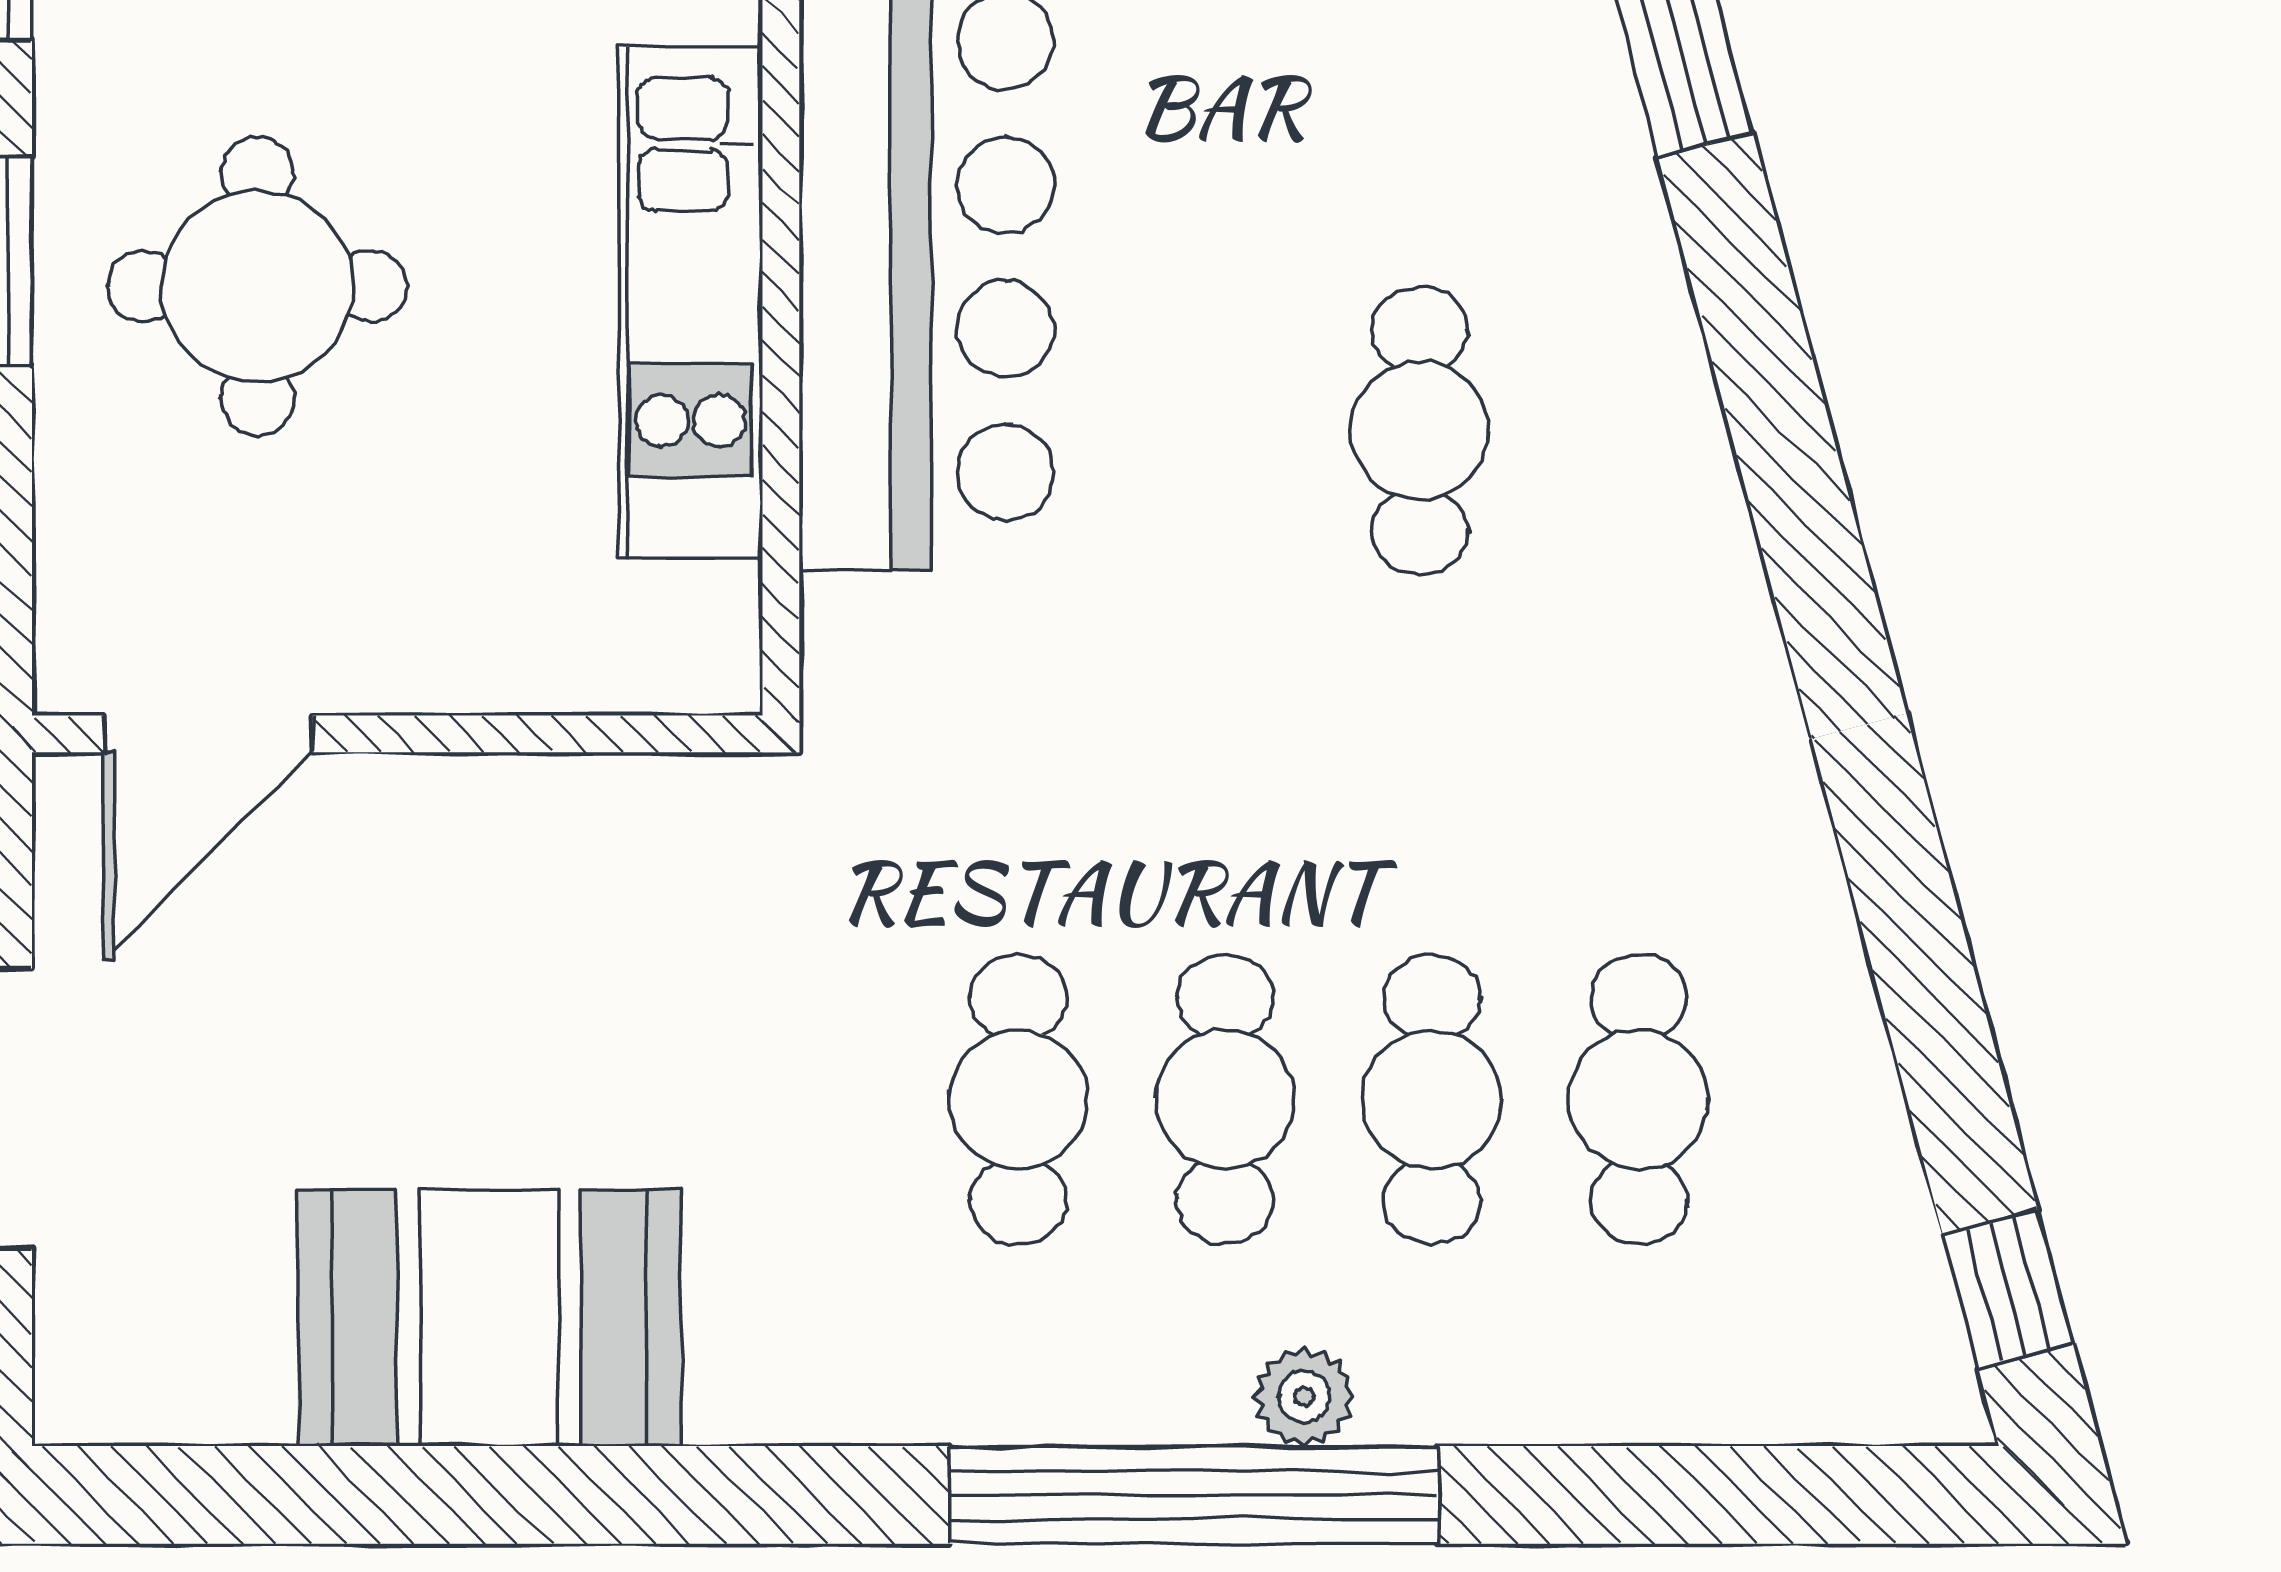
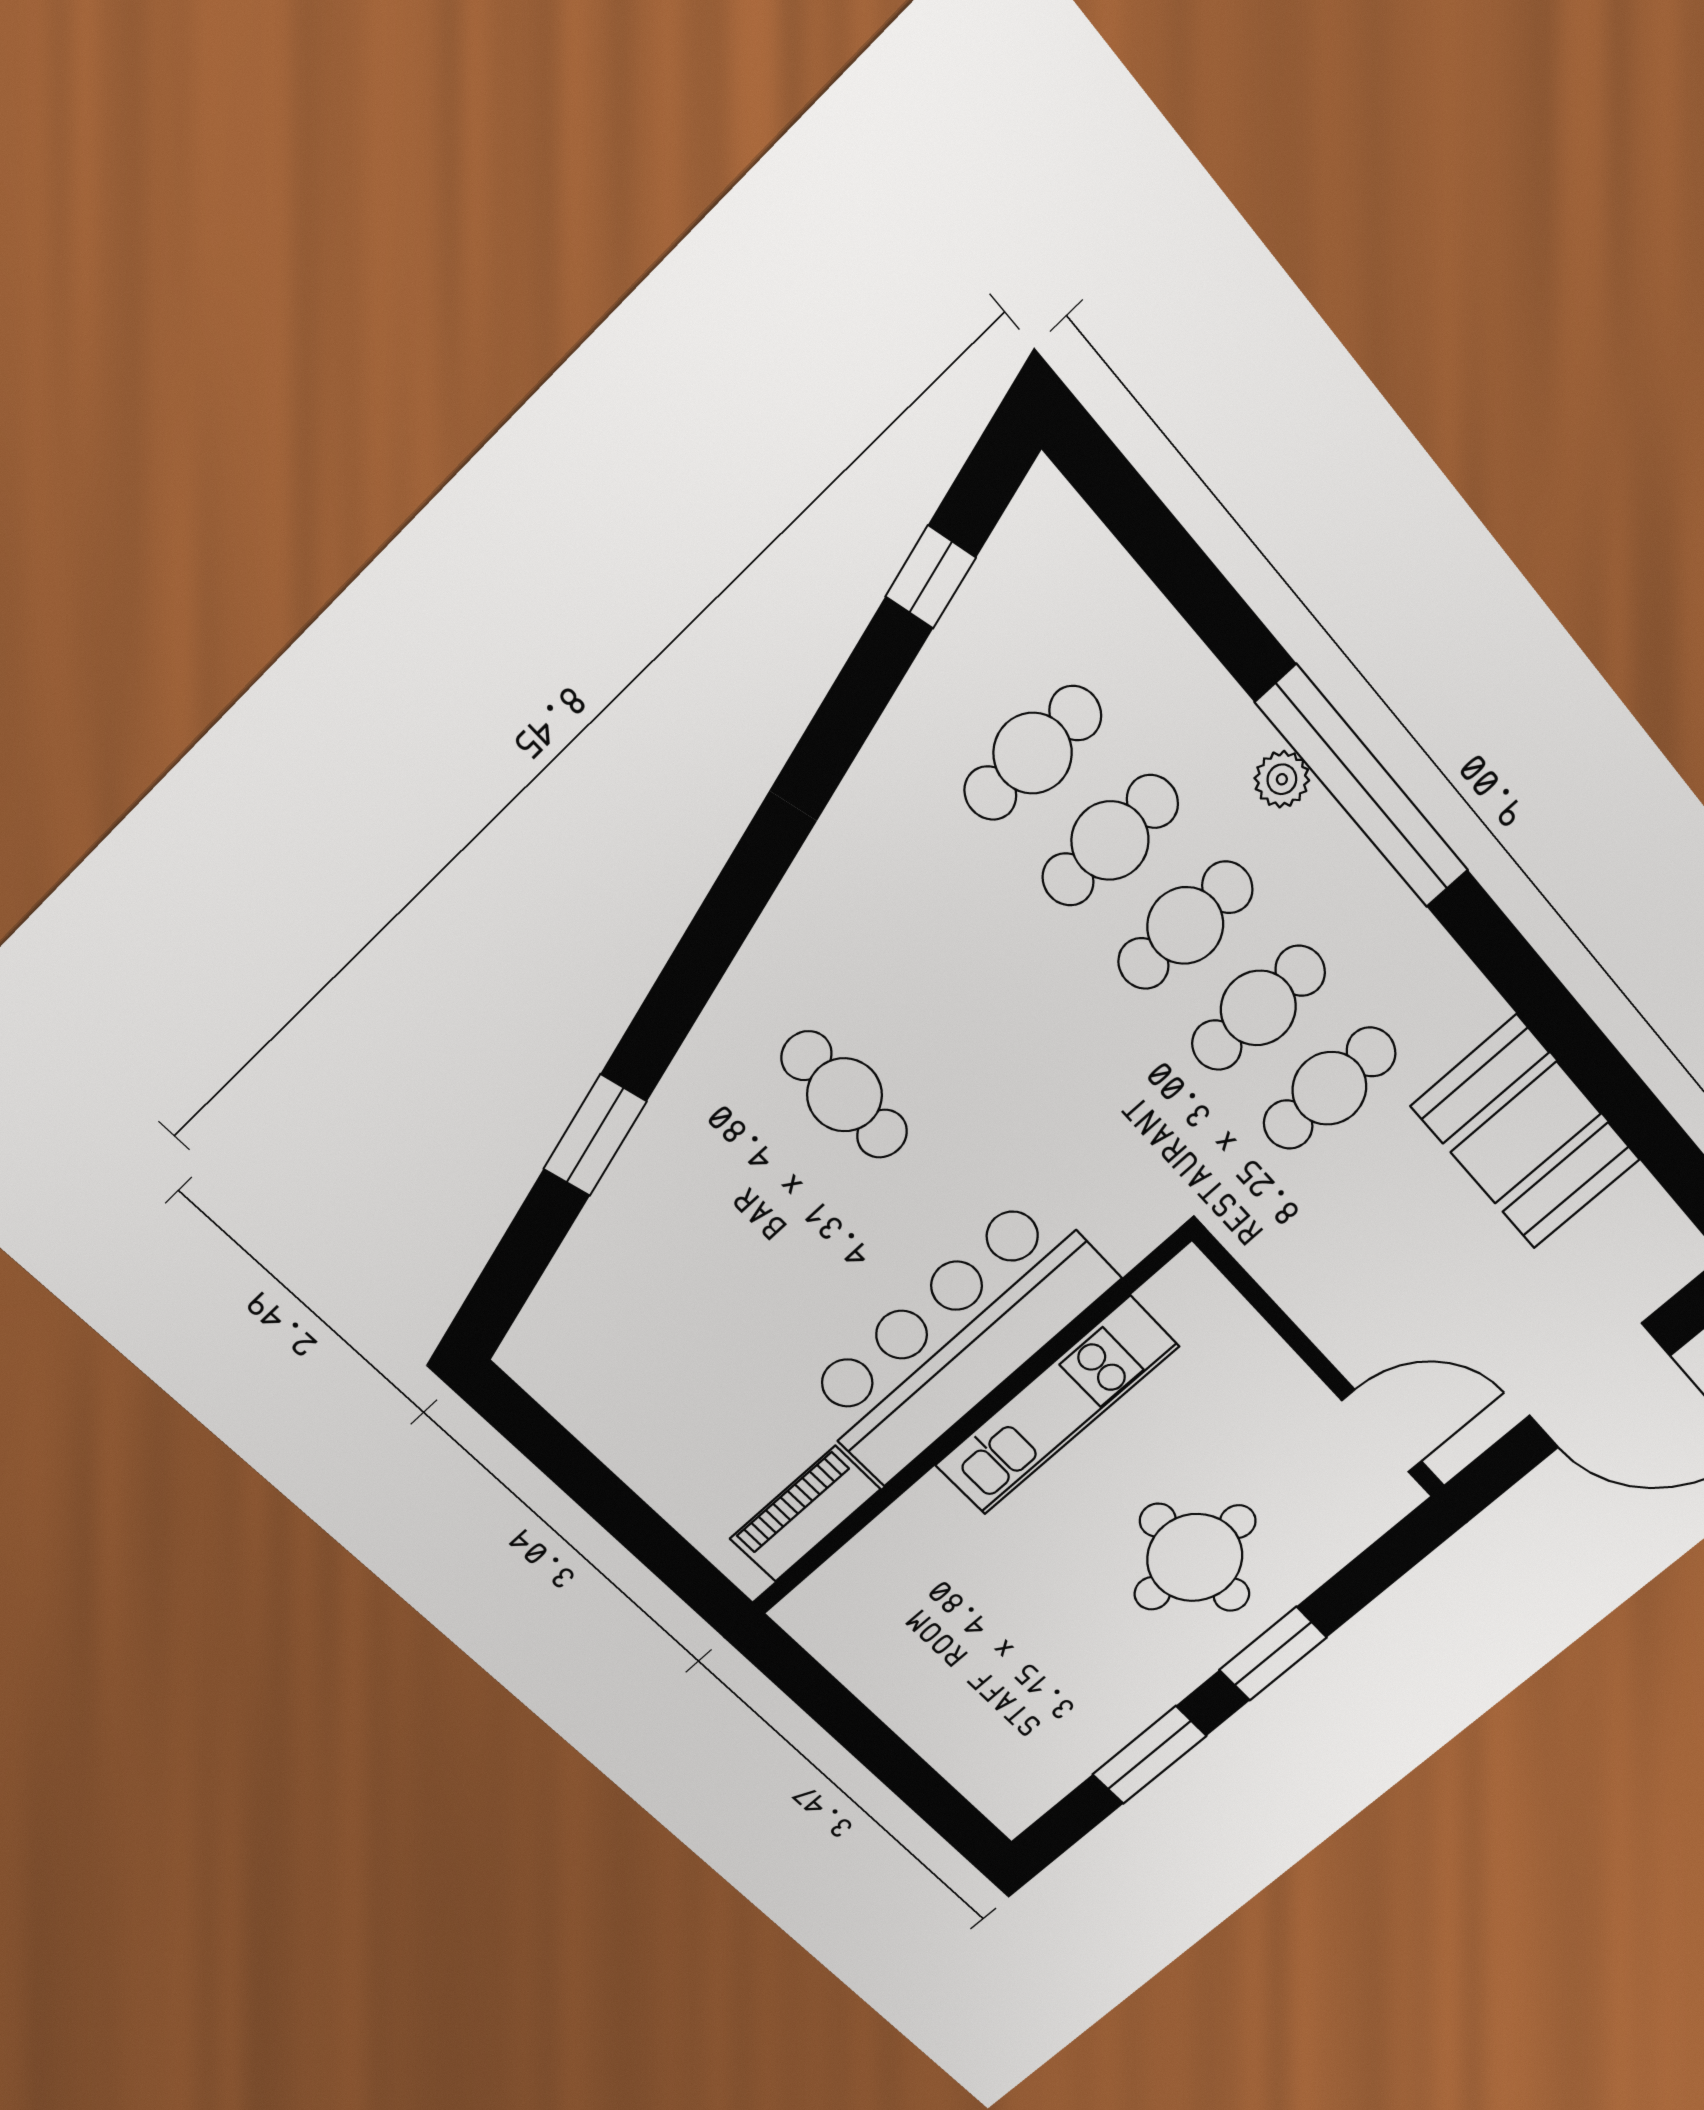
cafe table: (1420, 431) -> (844, 1095), turned 90
cafe table: (811, 1099) -> (1329, 1088), added
window: (2008, 1289) -> (931, 577), moved

